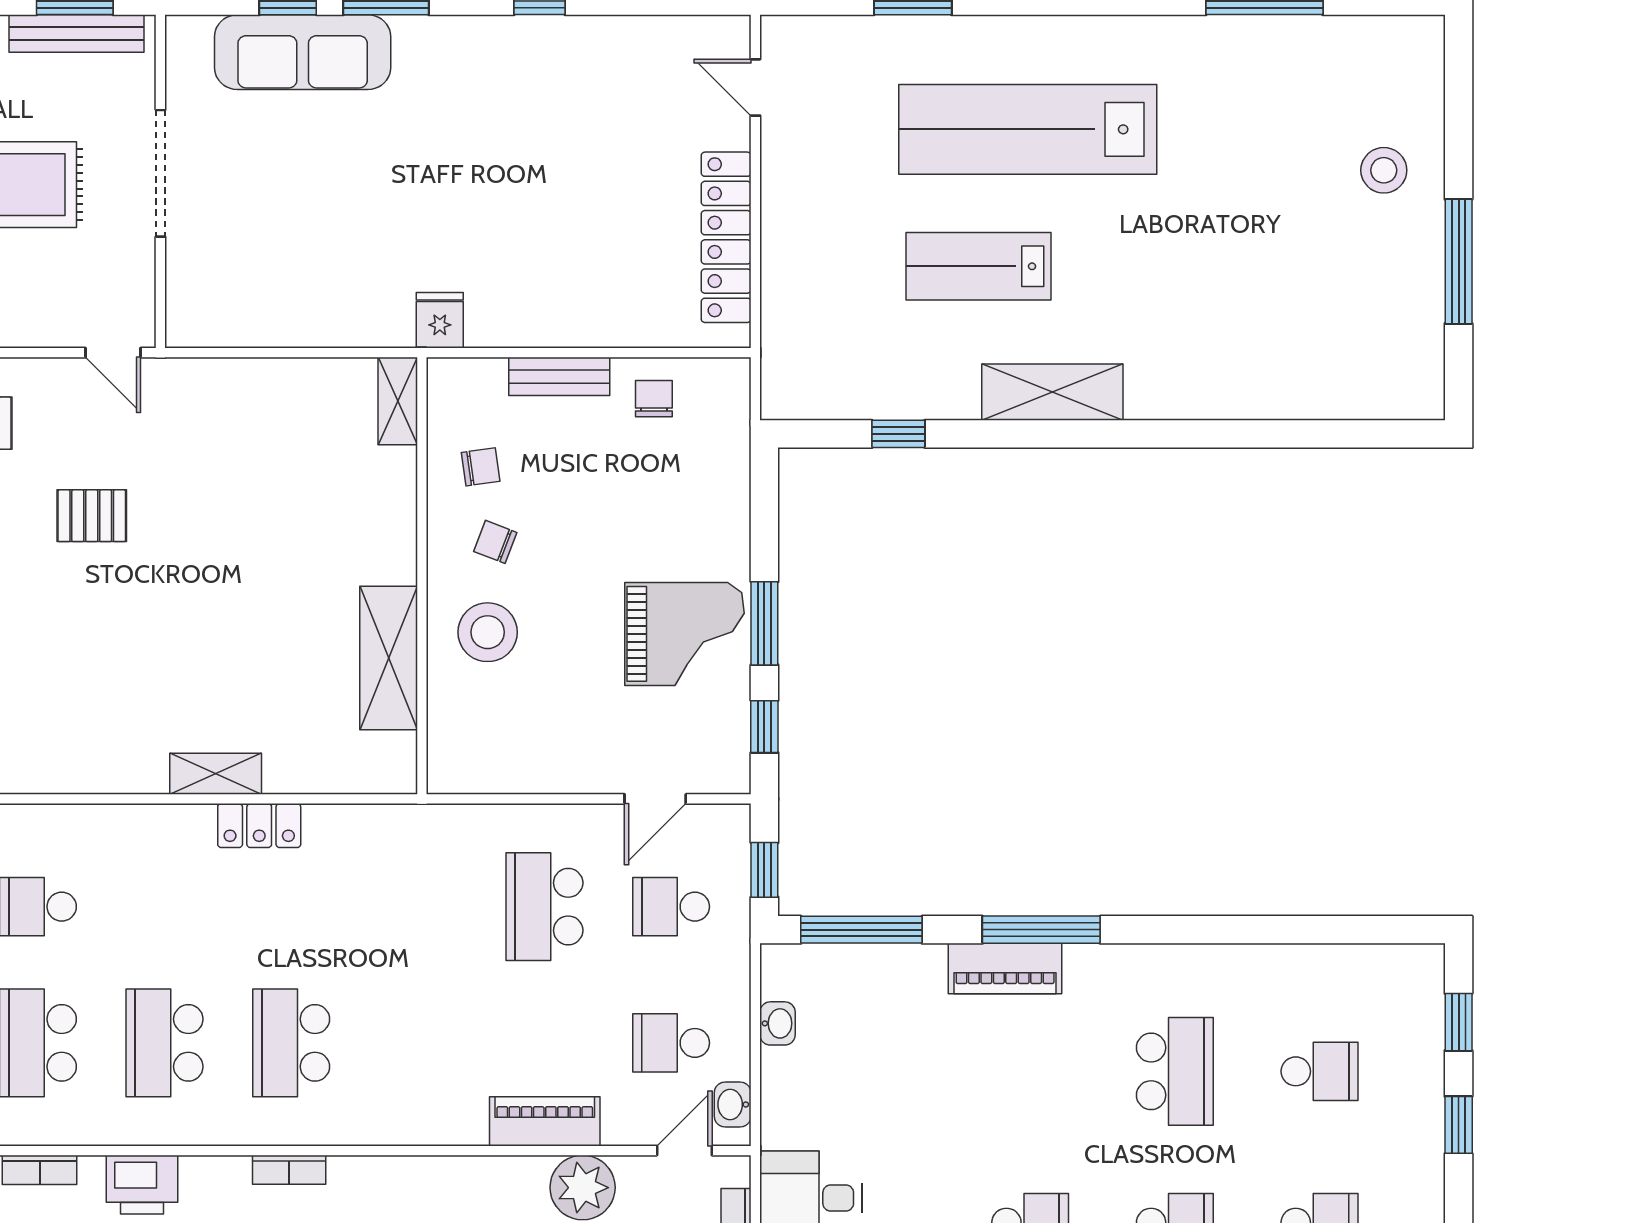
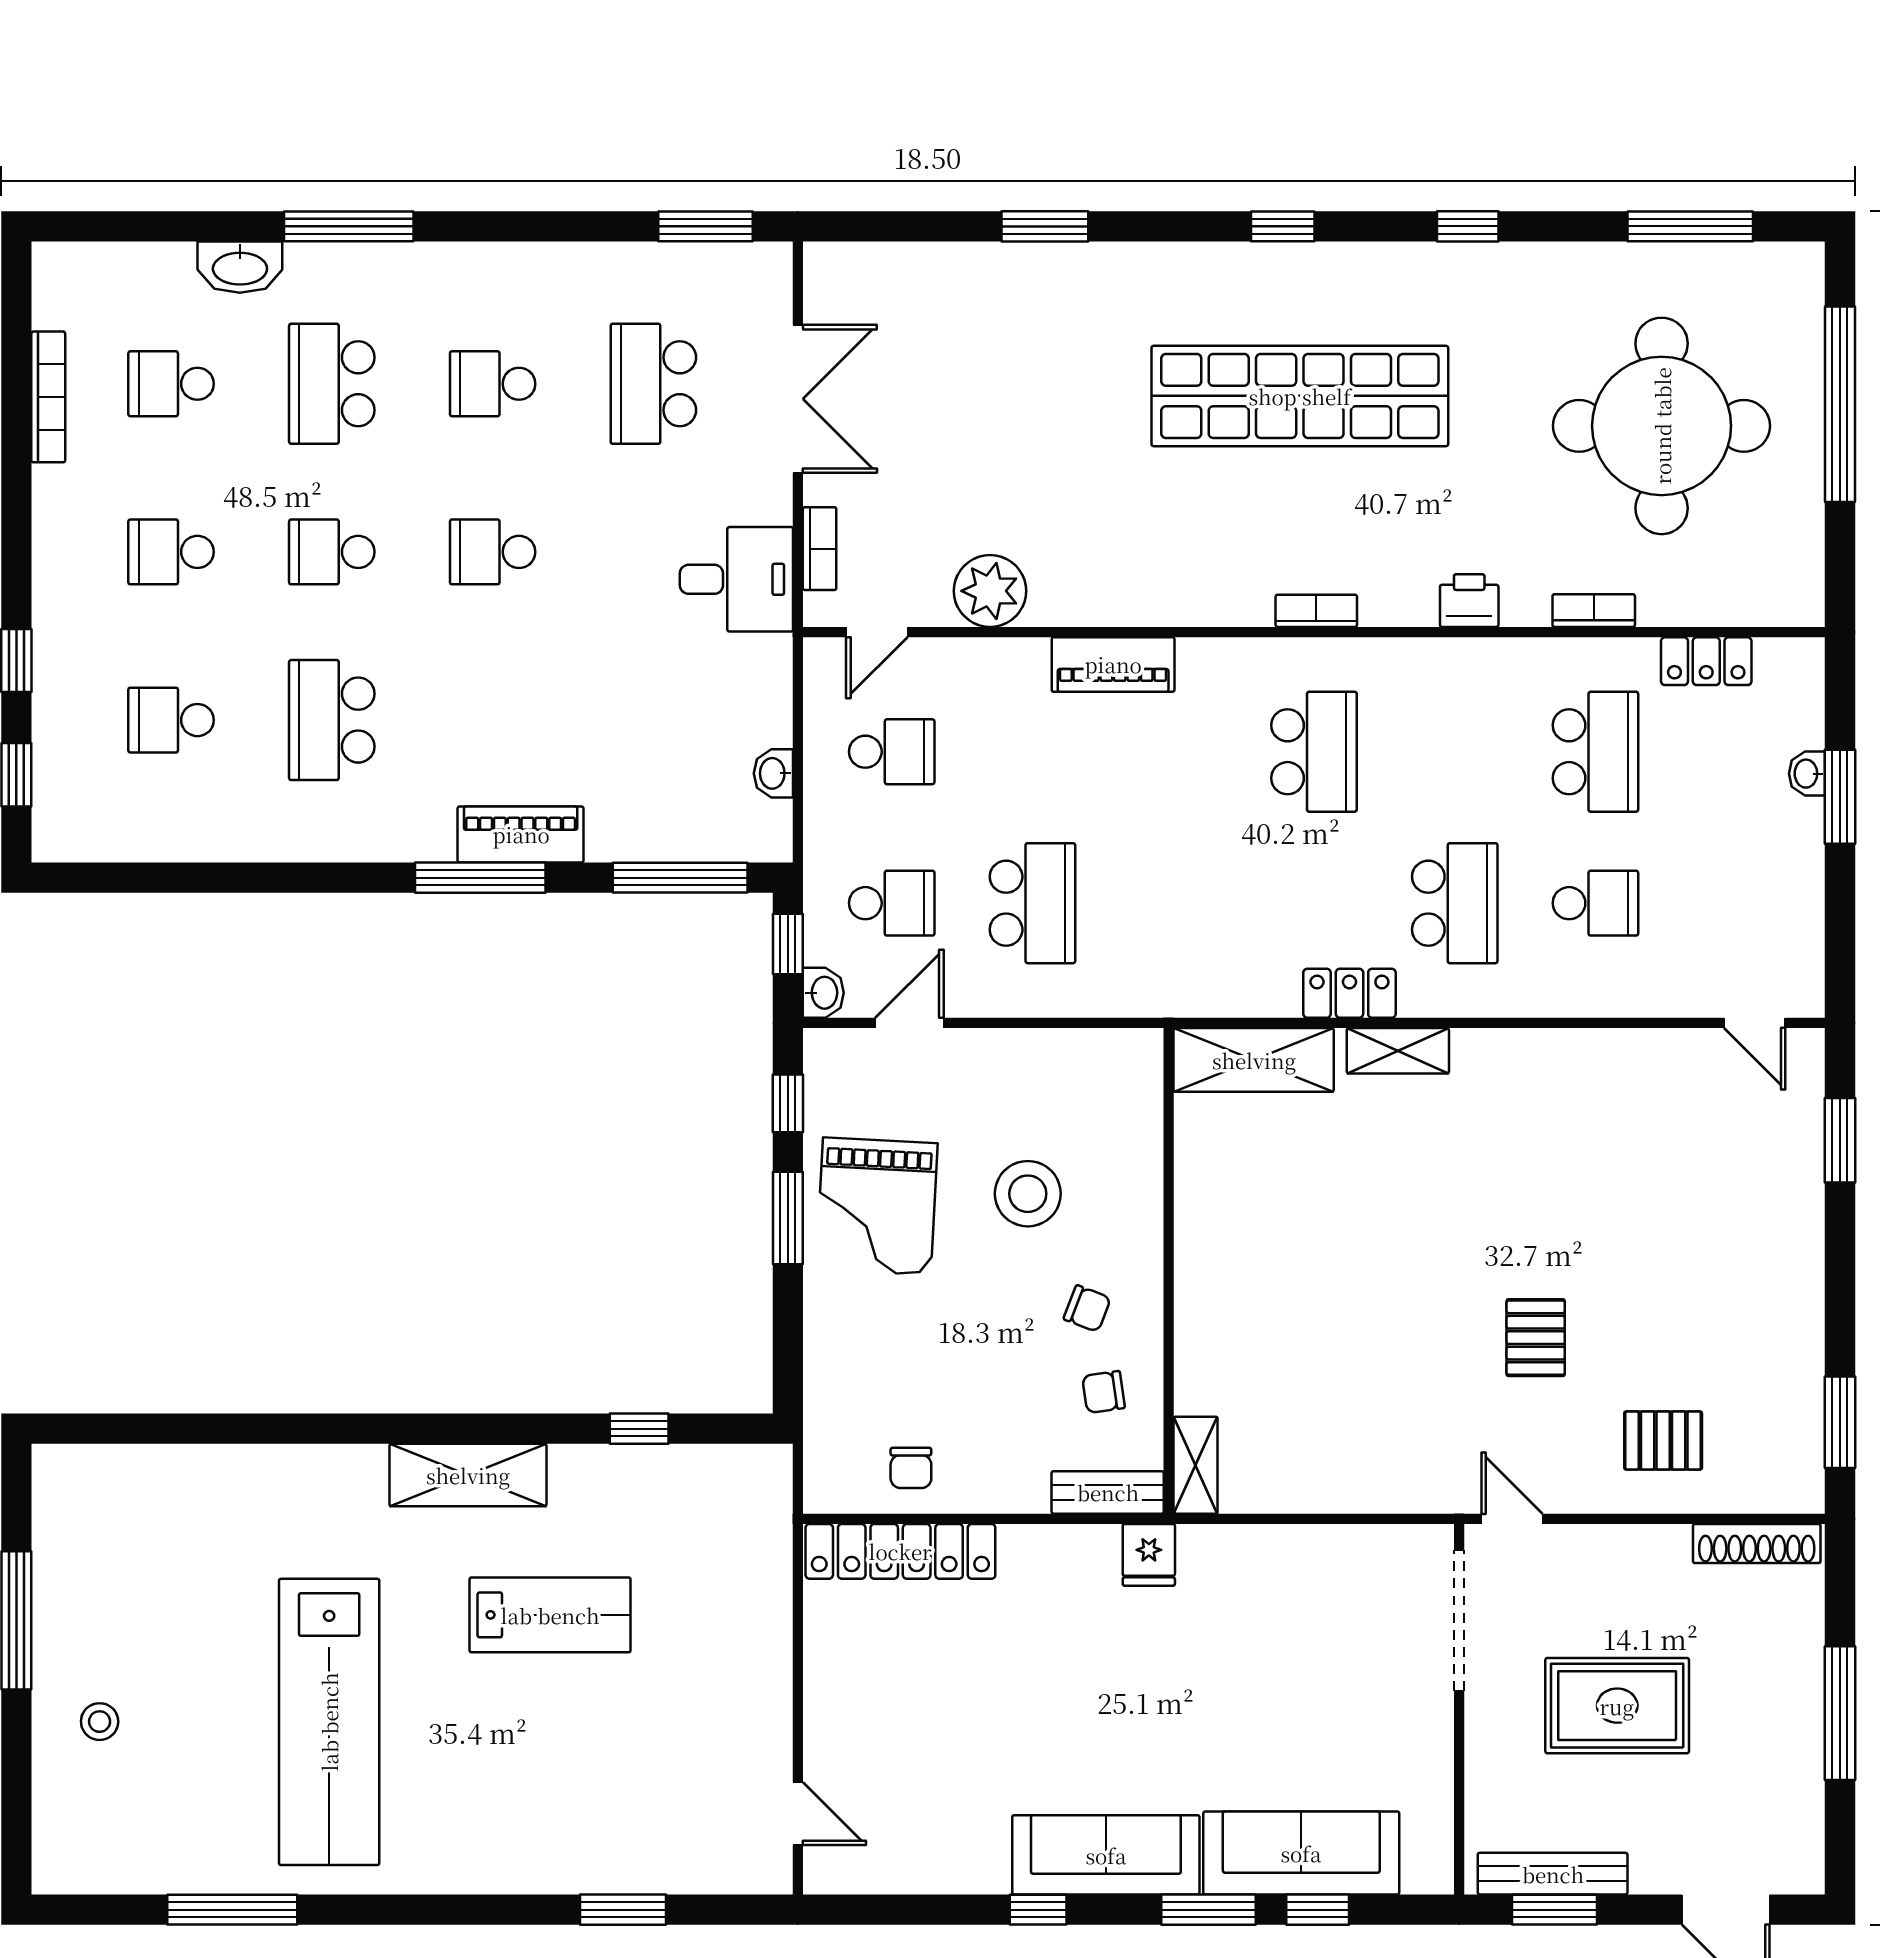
sofa: (478, 50) -> (1106, 1855), added
lab bench: (1028, 129) -> (329, 1722), moved, turned 90
stool: (1384, 170) -> (100, 1722), width x0.73, depth x0.73
doorway: (160, 173) -> (1459, 1620), moved
locker: (726, 237) -> (900, 1551), moved, turned 90
bench: (559, 376) -> (1108, 1492), moved
pallet: (92, 516) -> (1536, 1338), turned 90
stool: (488, 632) -> (1028, 1194), moved
grand piano: (684, 634) -> (877, 1206), turned -87
shelving: (389, 658) -> (1254, 1060), moved, turned 90
school desk: (165, 1043) -> (1455, 903), moved
washbasin: (733, 1104) -> (823, 993), moved
piano: (545, 1121) -> (1113, 664), moved
printer: (142, 1185) -> (1469, 601), width x0.73, depth x0.81

